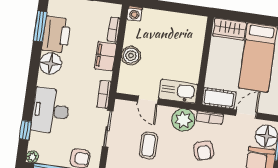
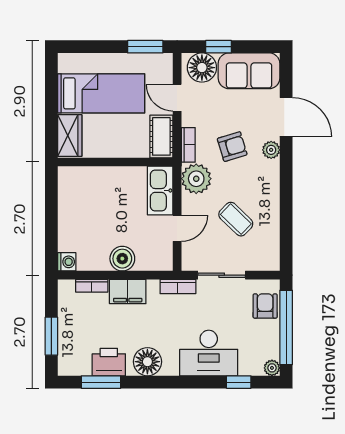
printer: (56, 35) -> (109, 362), width x0.73, depth x0.84
coffee table: (149, 145) -> (236, 219), turned 44

